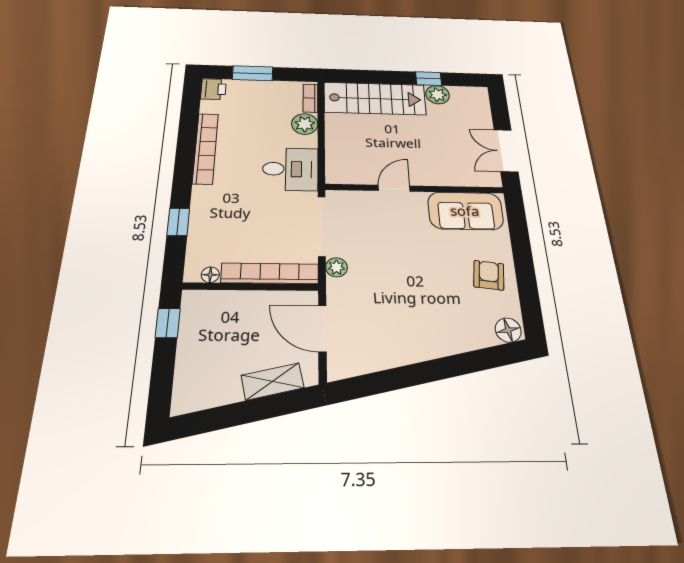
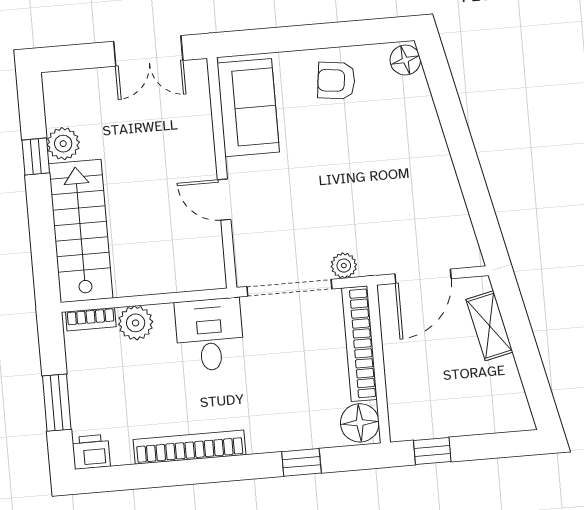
floor lamp: (210, 275) -> (360, 423), width x1.89, depth x1.89

